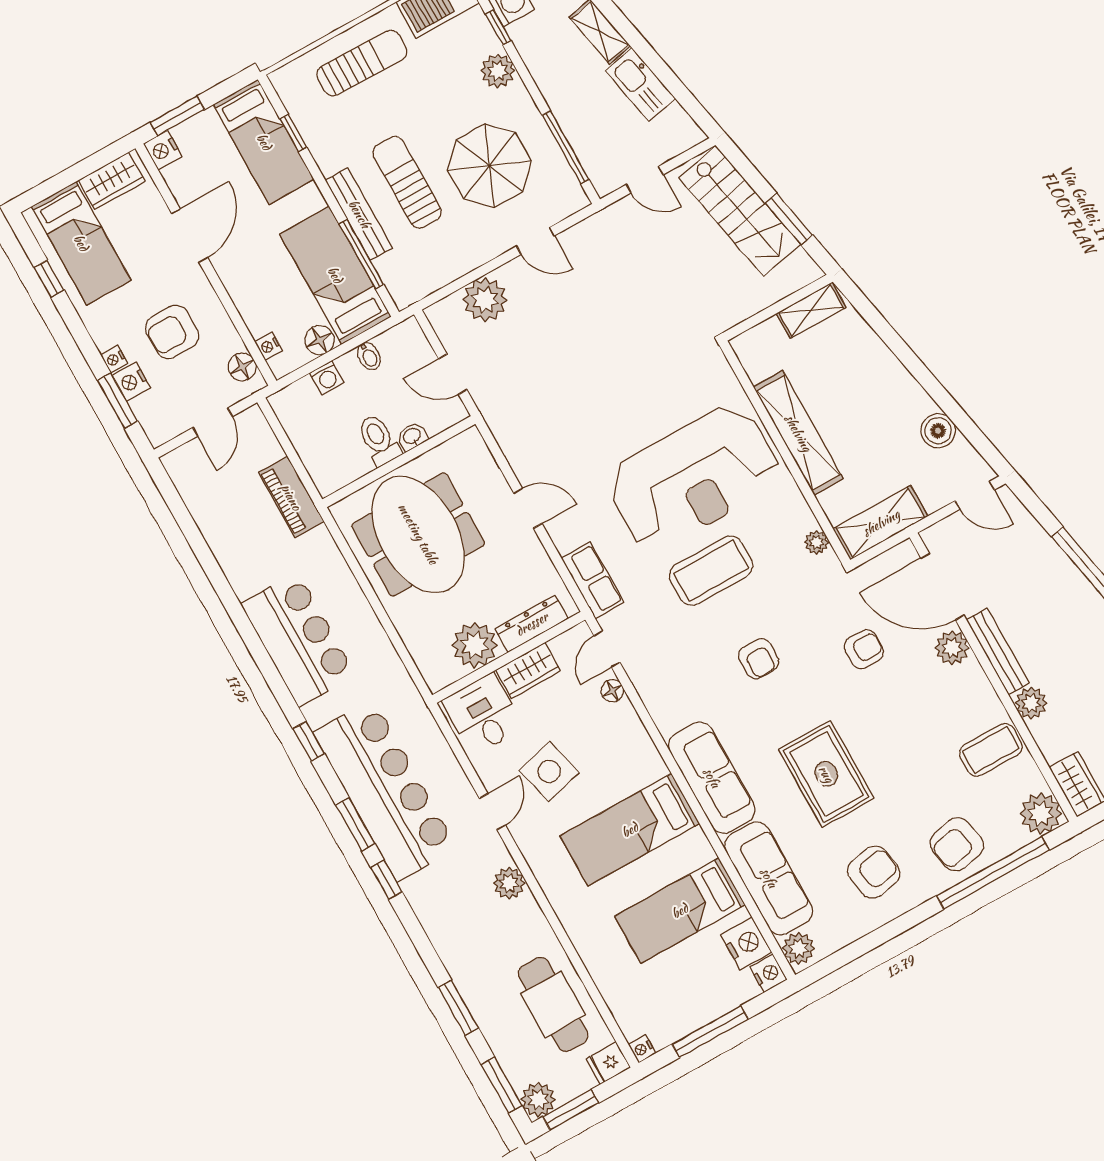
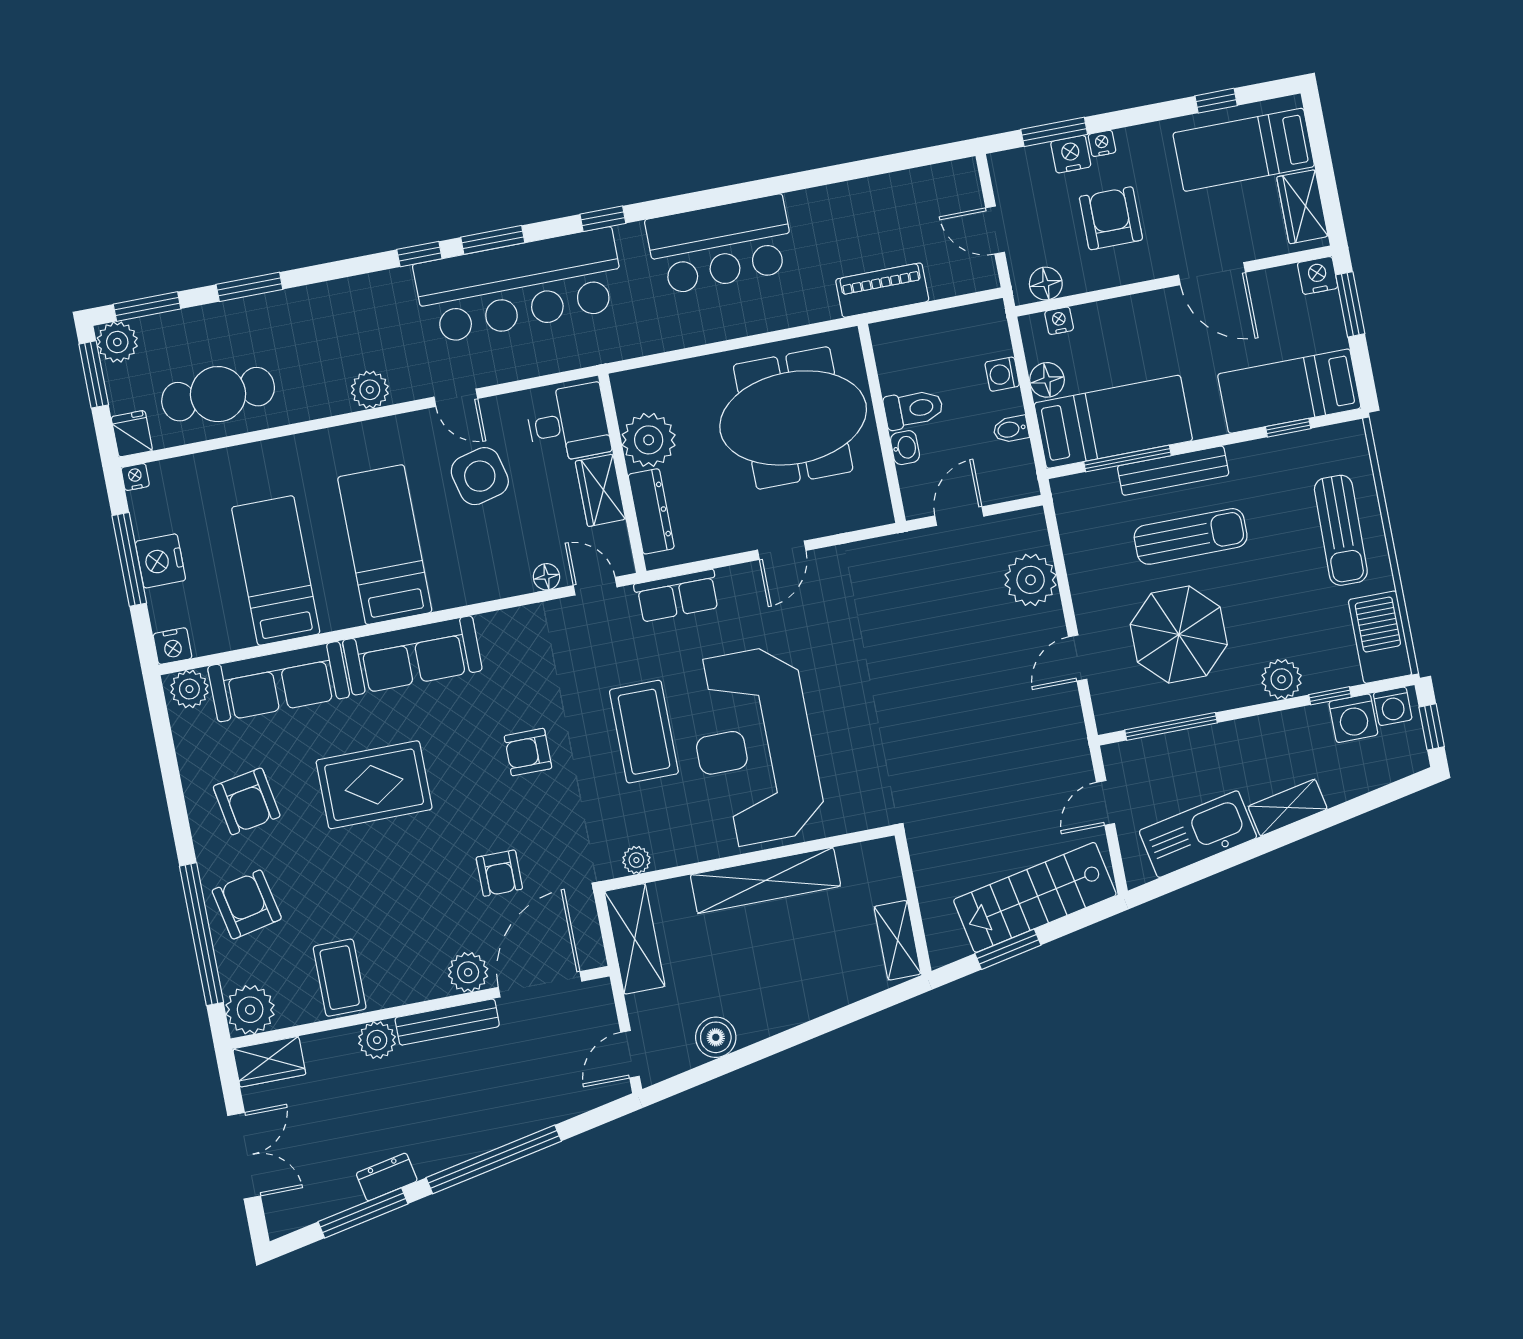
kitchen sink: (640, 85) -> (1198, 834), width x1.36, depth x1.24
nightstand: (746, 943) -> (160, 561), moved, turned 90

